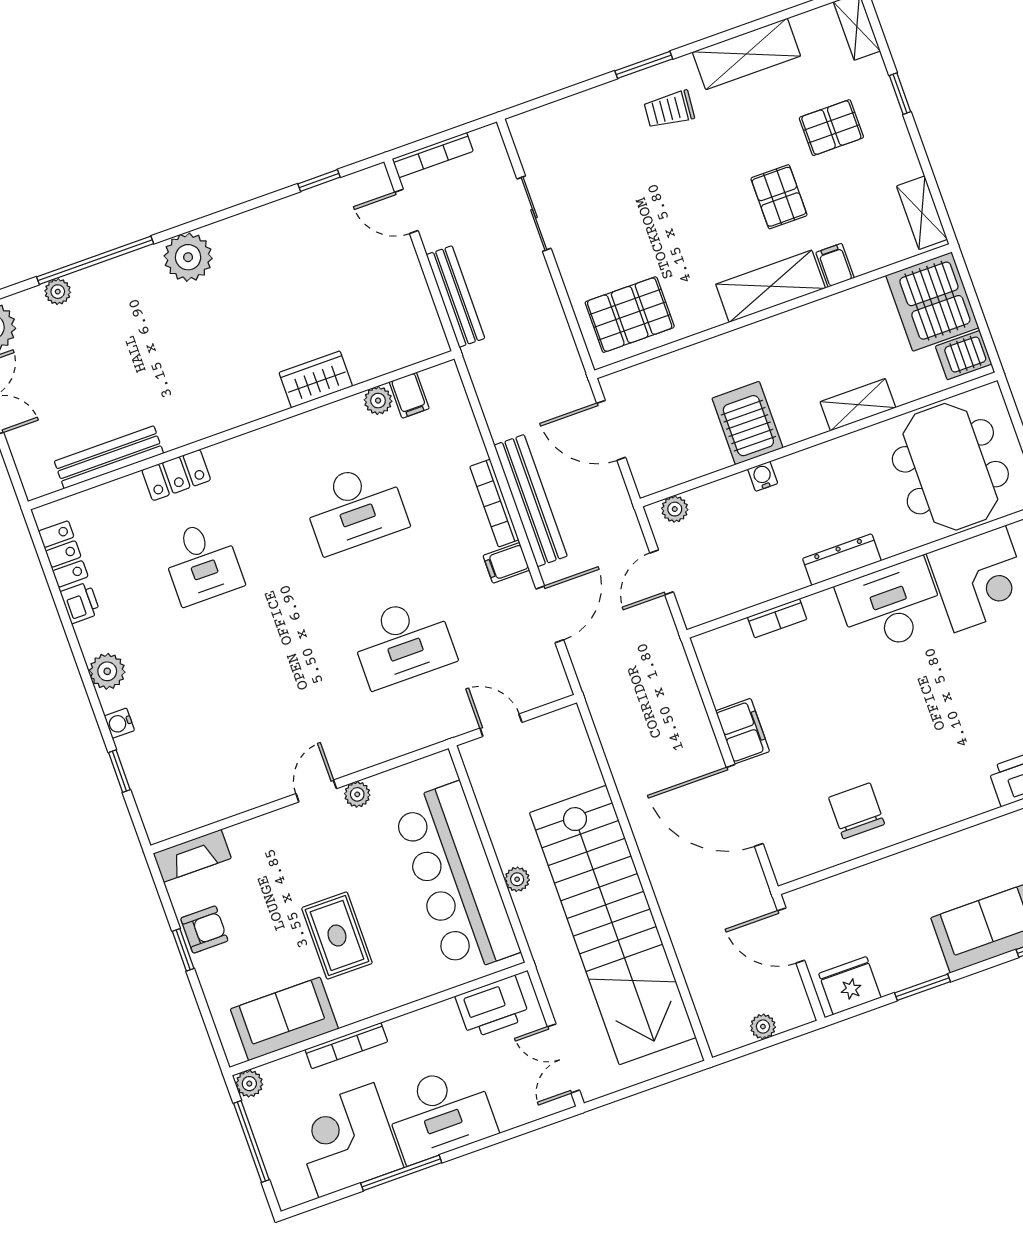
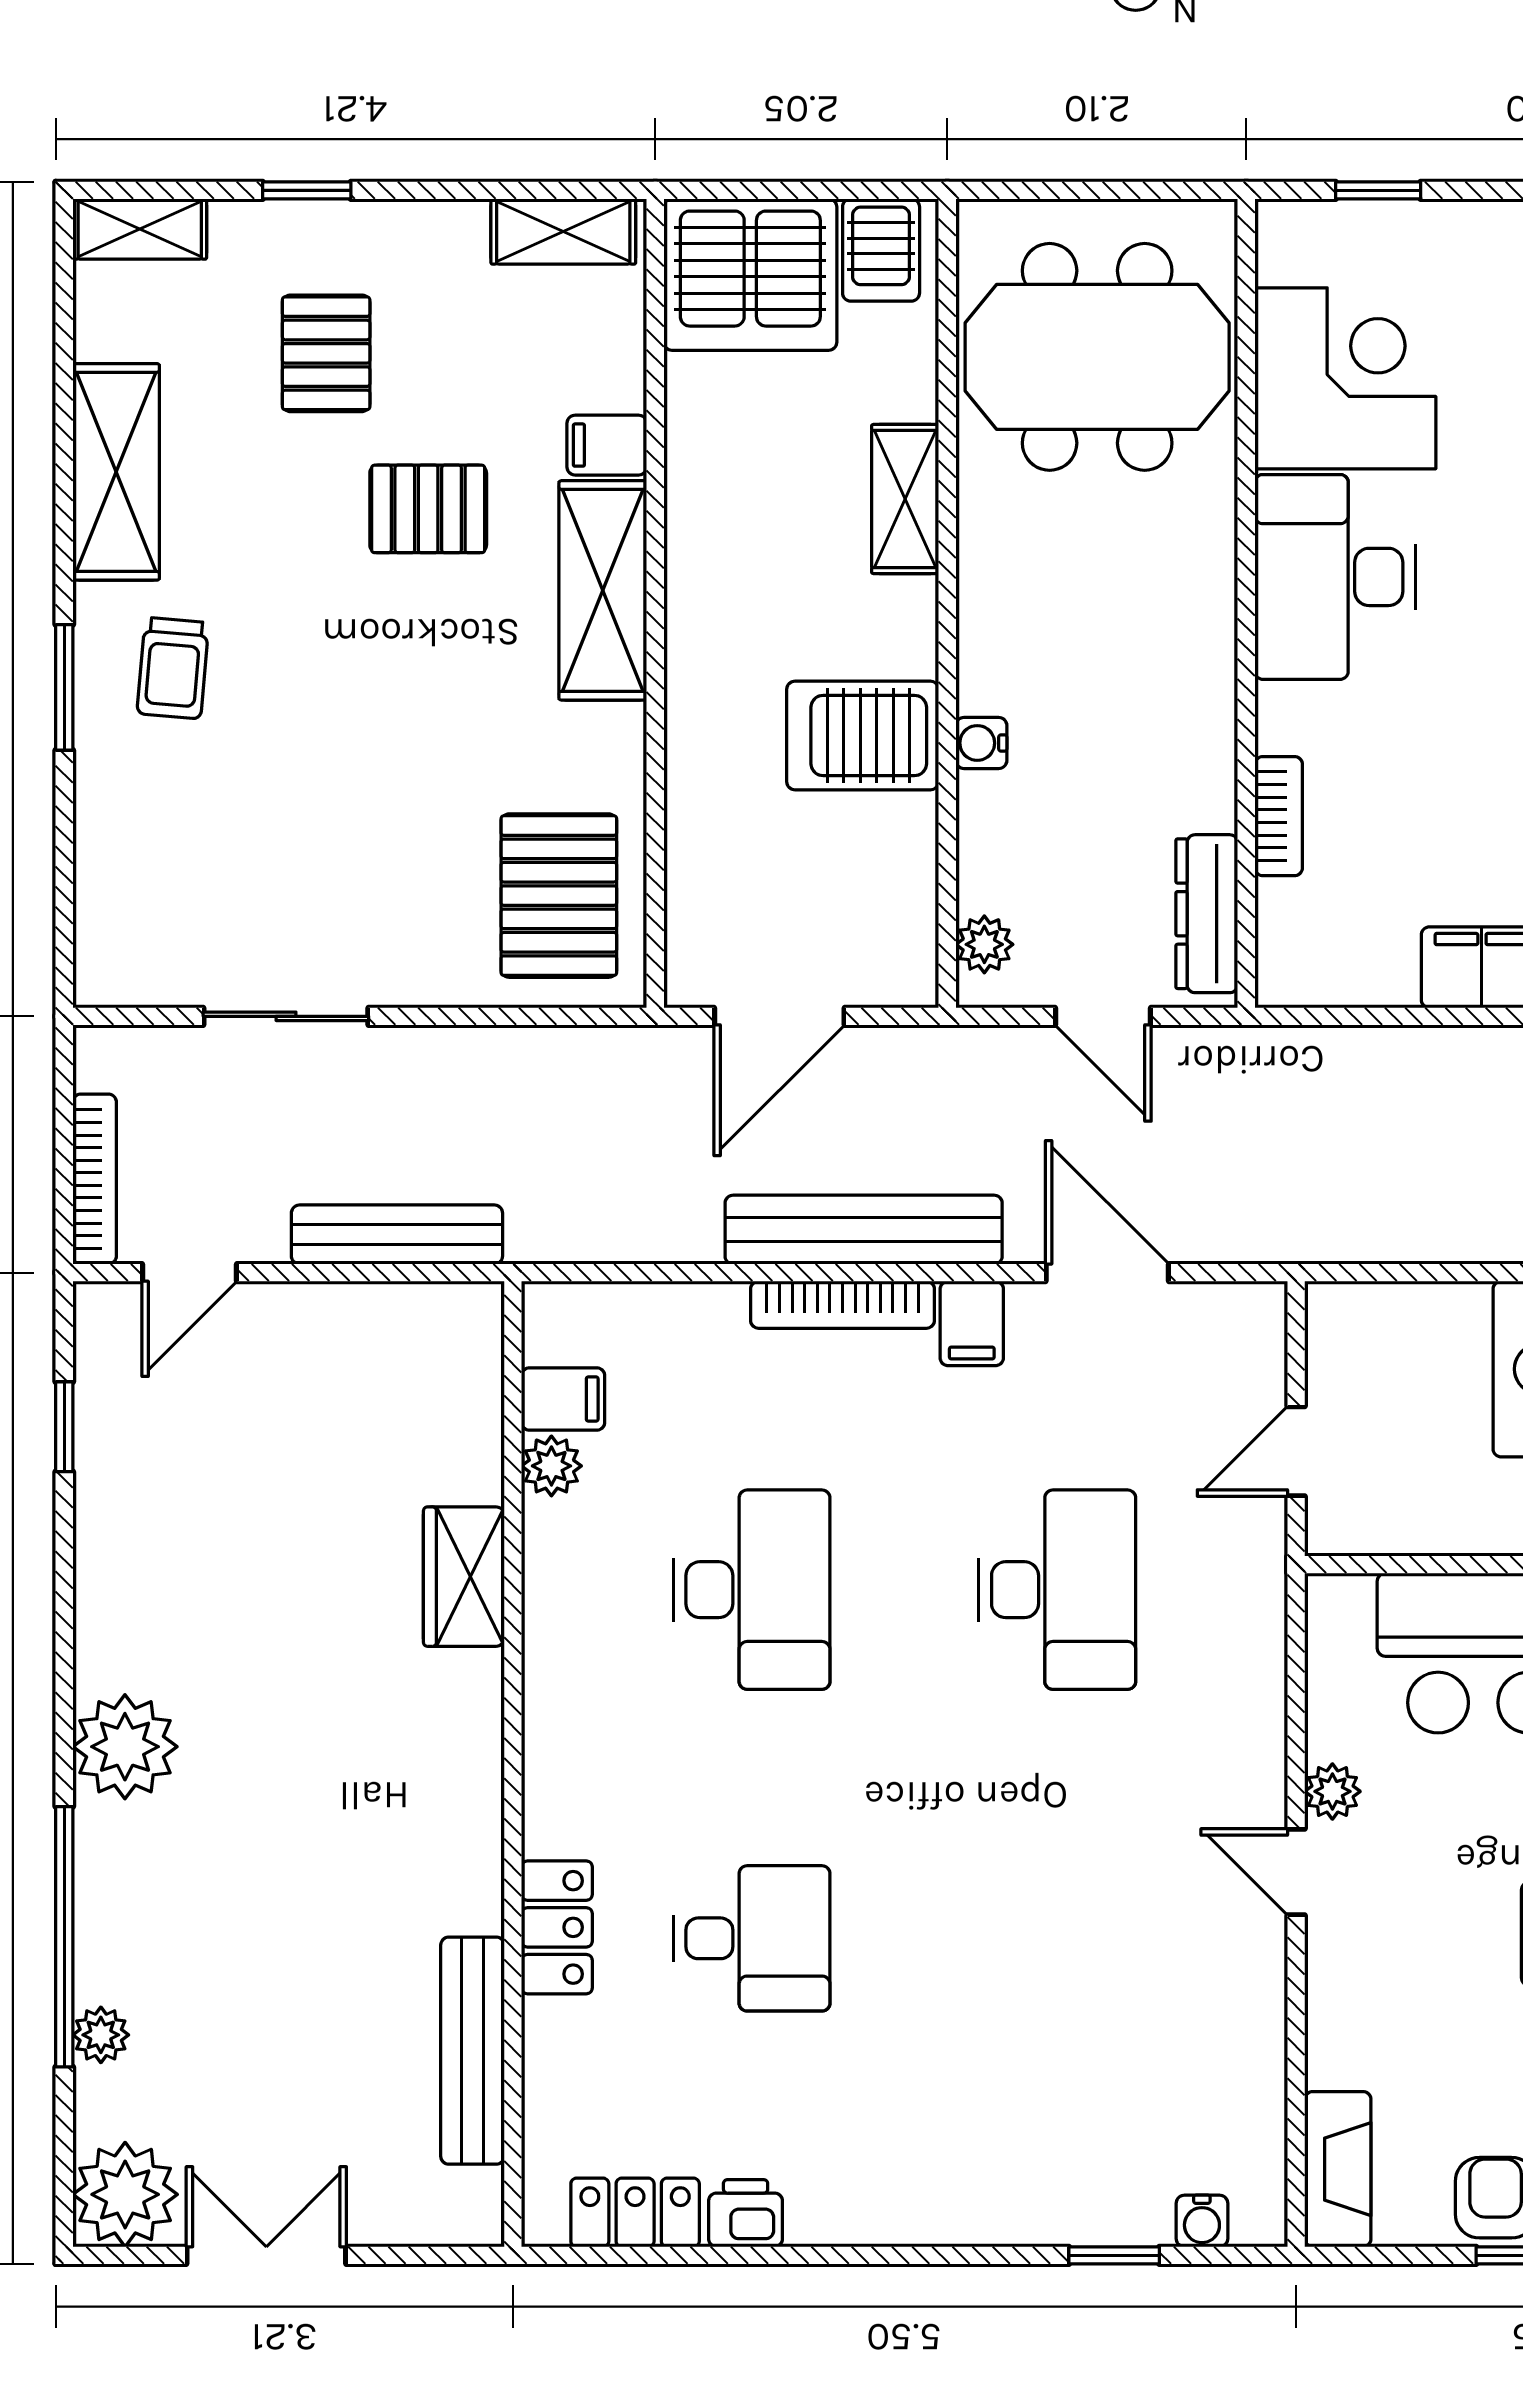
dresser: (842, 560) -> (1207, 914), moved
plant: (107, 671) -> (904, 2208), removed
water cooler: (119, 723) -> (1202, 2221), moved

